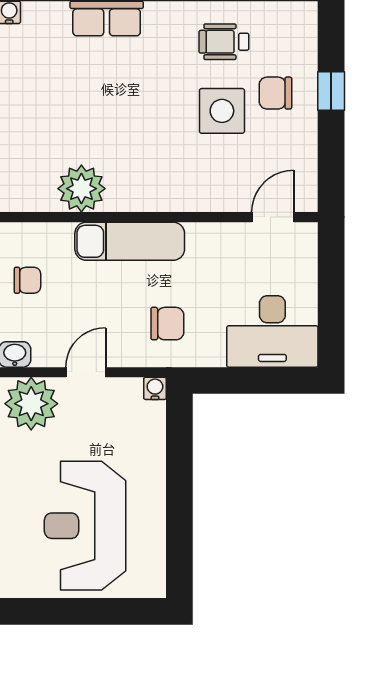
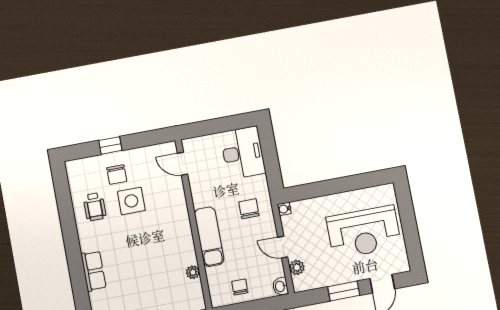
plant: (81, 189) -> (193, 272), width x0.53, depth x0.53
plant: (31, 404) -> (297, 267), width x0.53, depth x0.53

